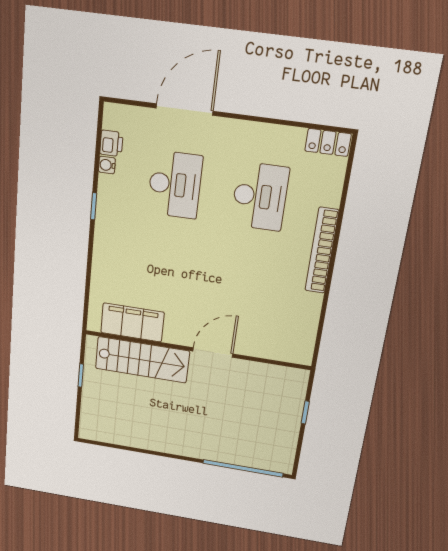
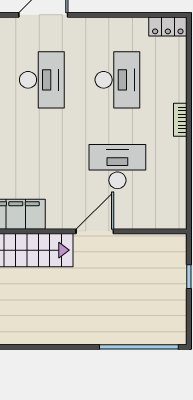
bookcase: (322, 251) -> (180, 120), width x0.43, depth x0.76
desk: (246, 291) -> (117, 167), added

